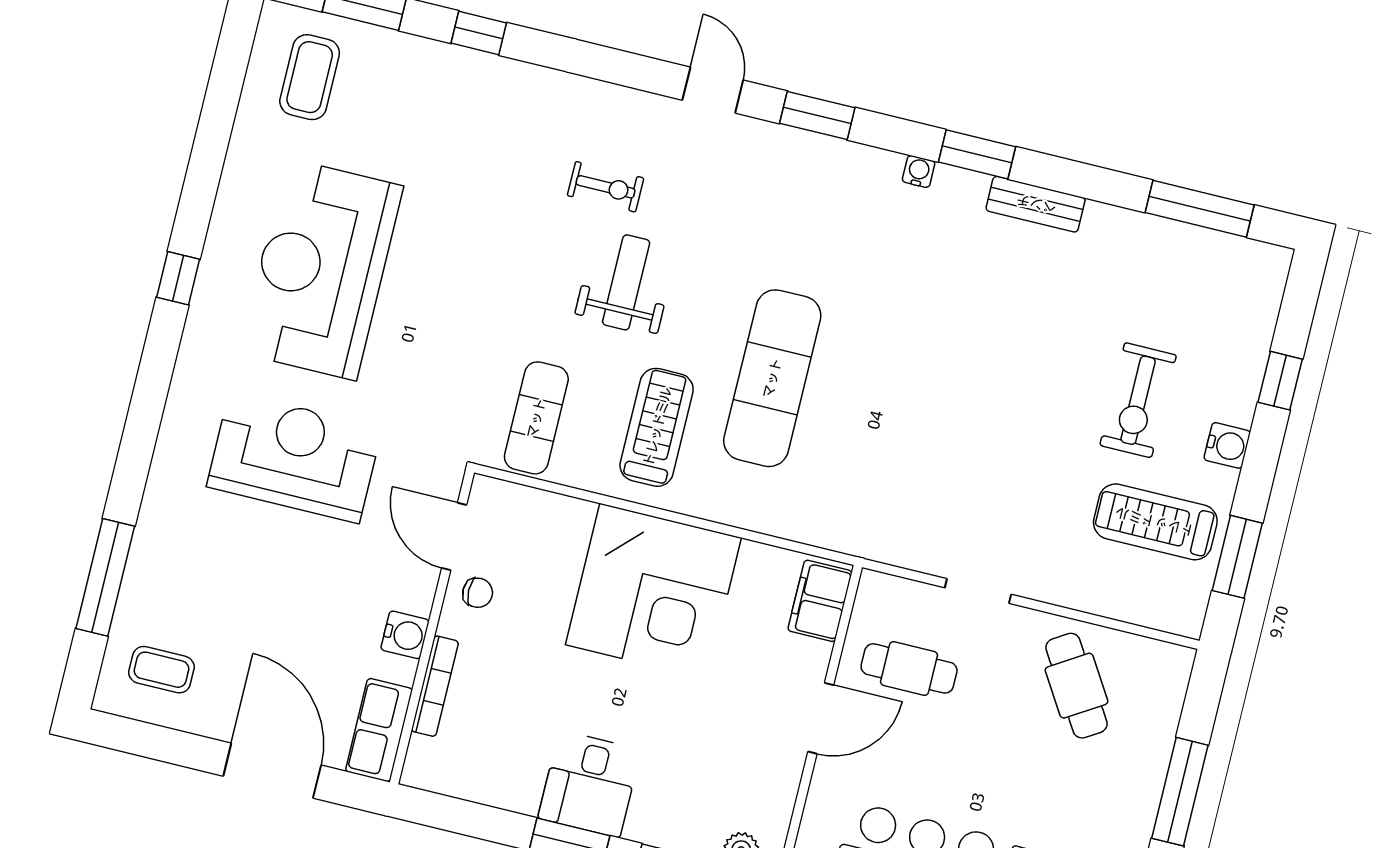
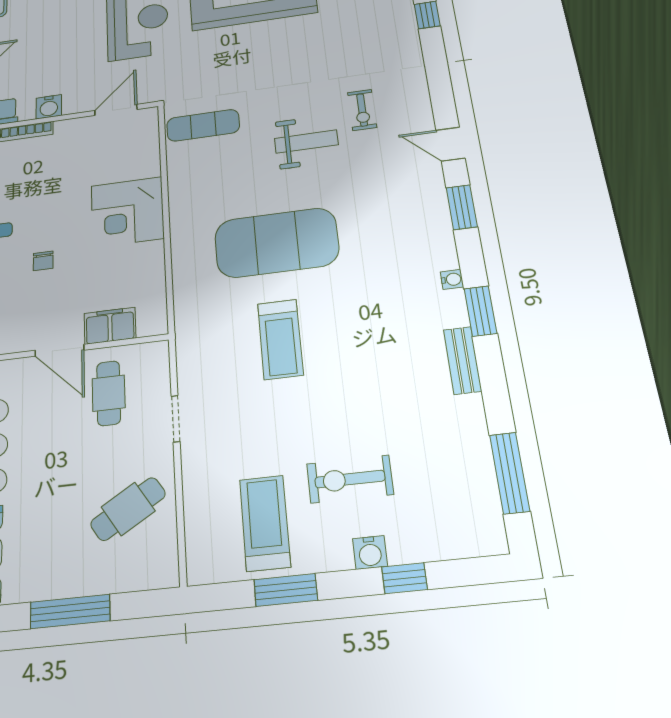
door: (713, 90) -> (450, 144), swing flipped
exercise mat: (772, 378) -> (277, 243), width x1.47
treadmill: (657, 427) -> (280, 339), moved, turned 90
water cooler: (1227, 445) -> (370, 552), moved
window: (1237, 557) -> (286, 590), moved
corner desk: (653, 591) -> (127, 212), width x0.74, depth x0.74
chair: (478, 593) -> (43, 261), moved
filing cabinet: (820, 601) -> (110, 326), moved

